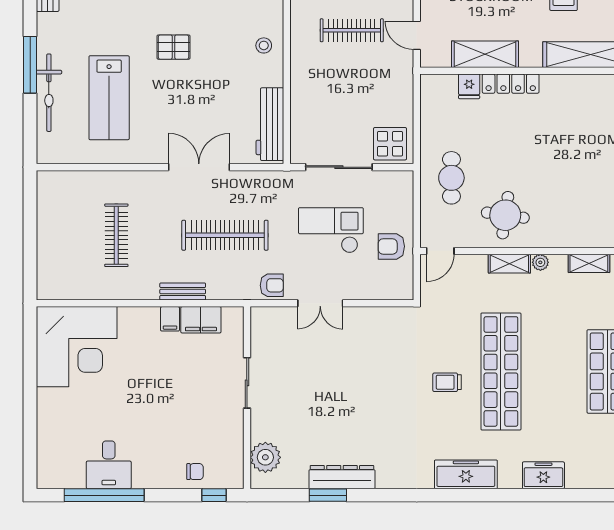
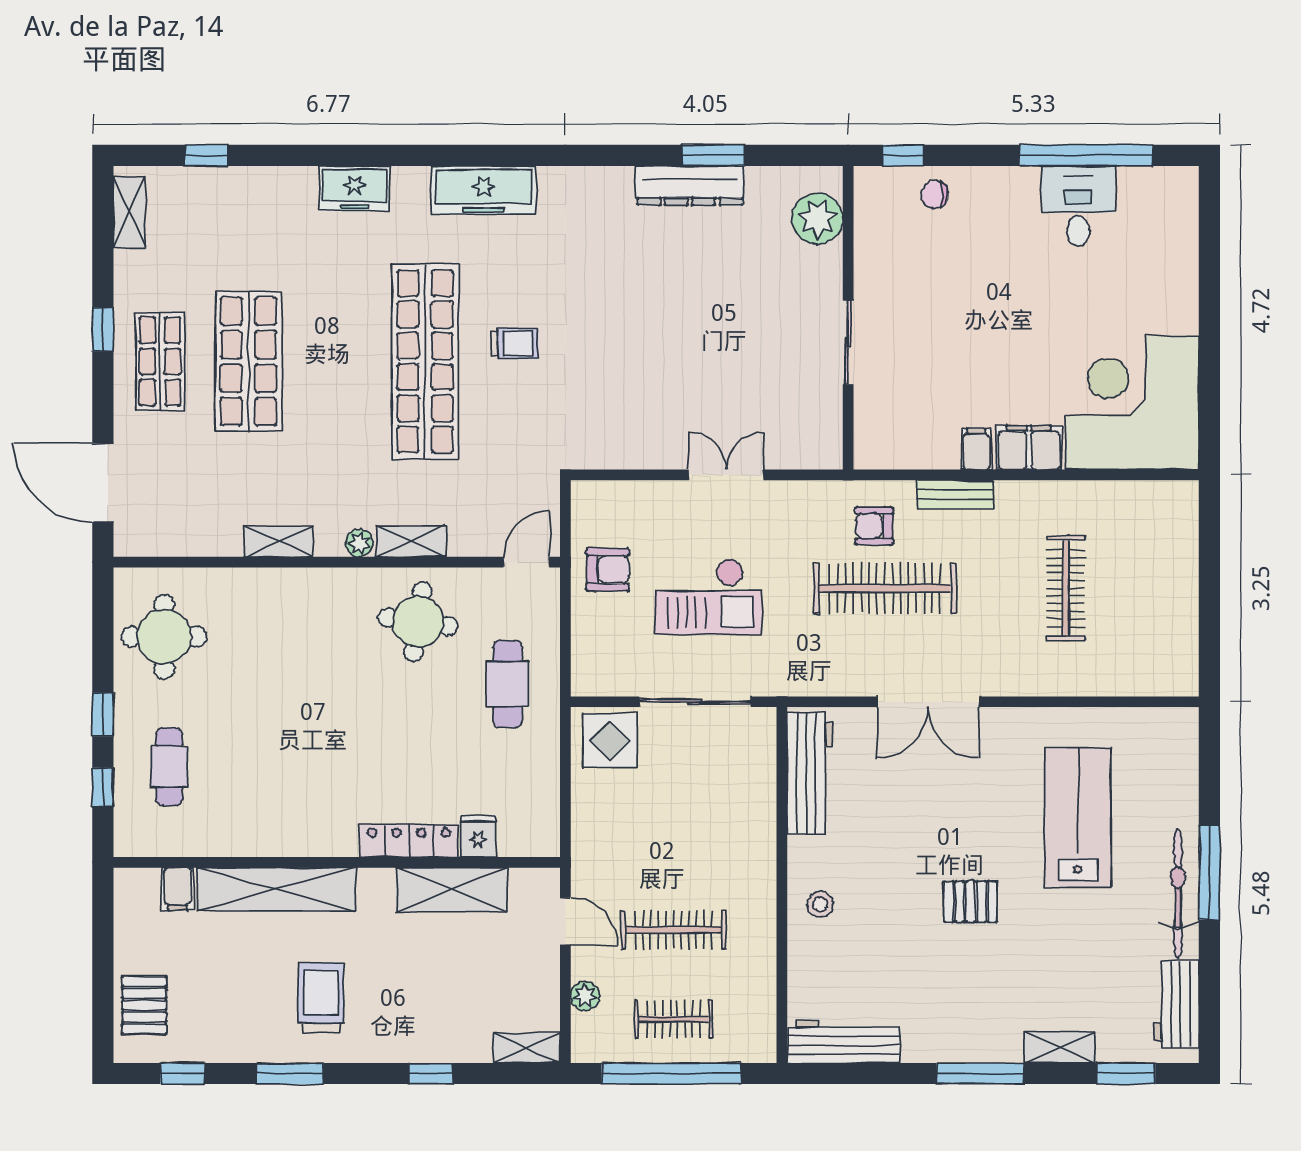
bicycle: (49, 93) -> (1178, 893), moved
armchair: (272, 285) -> (874, 526), moved
filing cabinet: (201, 320) -> (1029, 447), moved

